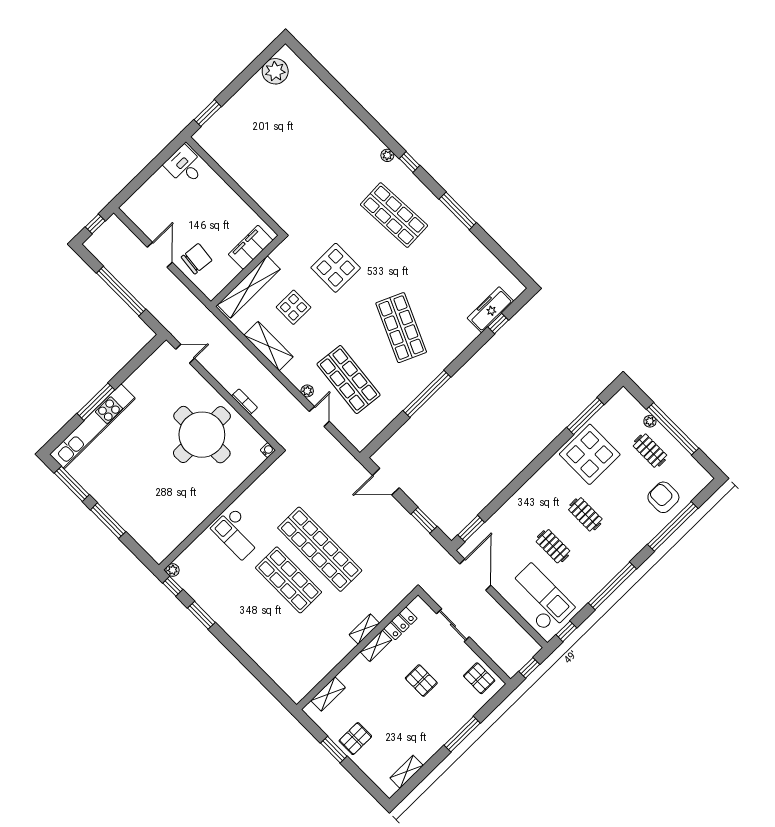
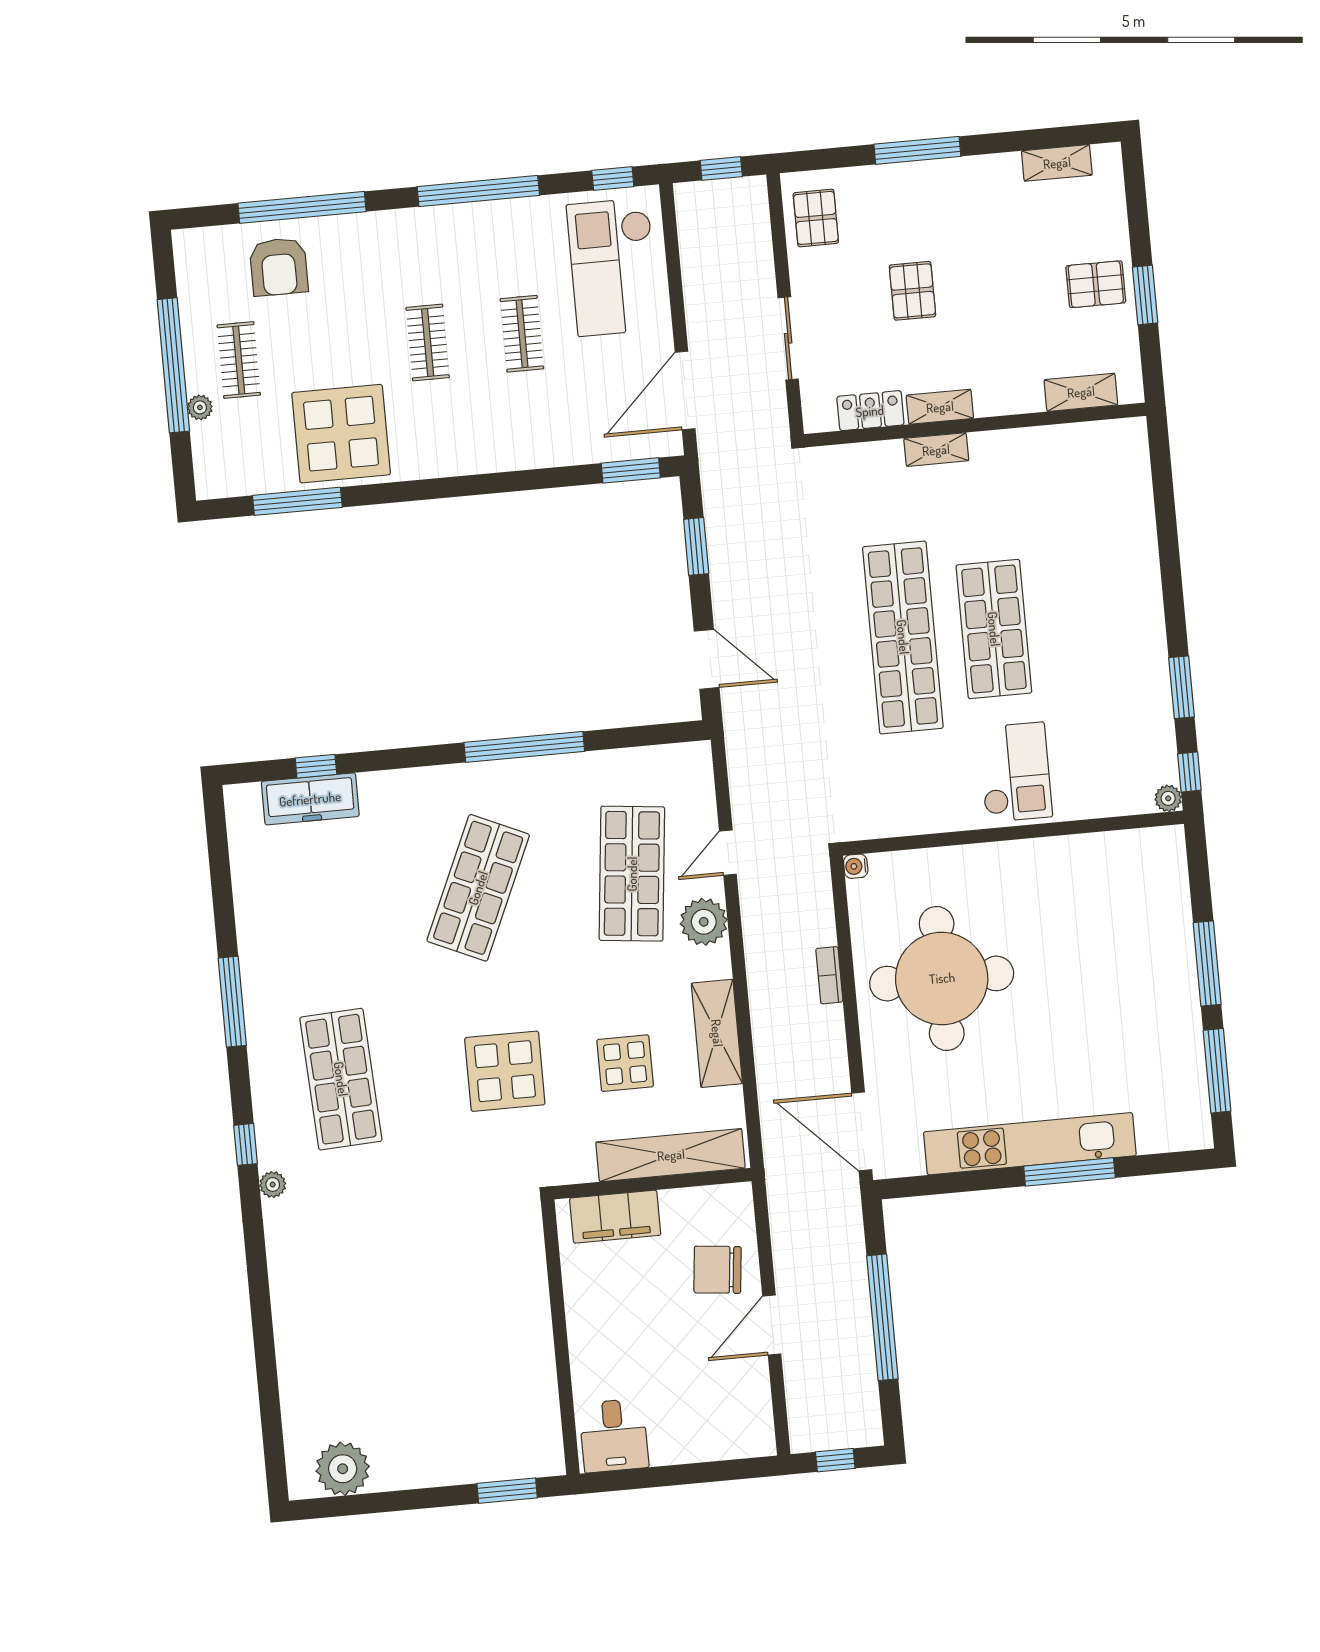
door: (185, 354) -> (862, 1131), width x1.87
plant: (307, 391) -> (704, 922), width x1.87, depth x1.87
kitchen unit: (92, 426) -> (1030, 1144), moved

